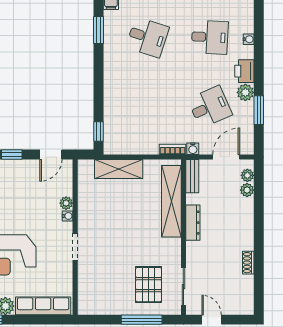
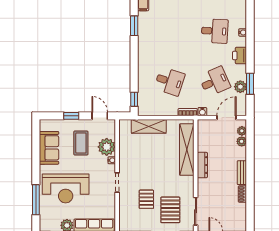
desk: (147, 37) -> (170, 81), moved
plant: (245, 92) -> (240, 87), moved
door: (51, 155) -> (100, 116), swing flipped
bench: (192, 176) -> (242, 173), moved
coffee table: (25, 192) -> (81, 143), added
plant: (66, 203) -> (107, 147), width x1.88, depth x1.88
pallet: (115, 270) -> (146, 199), added

